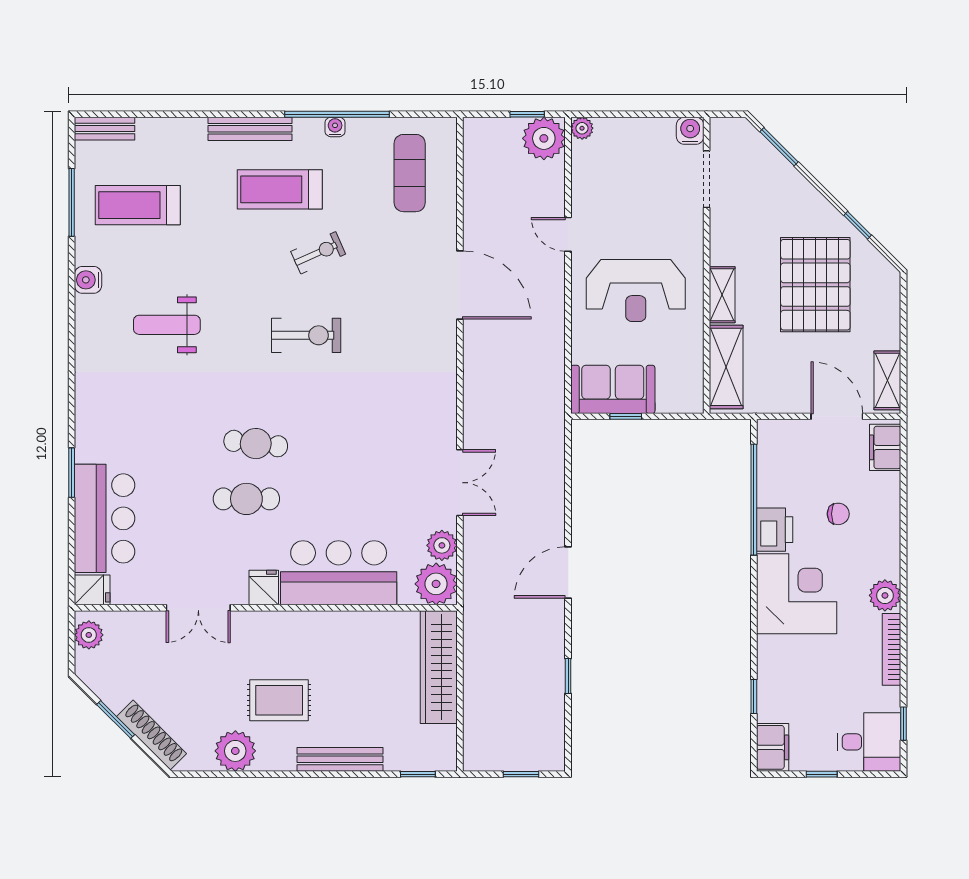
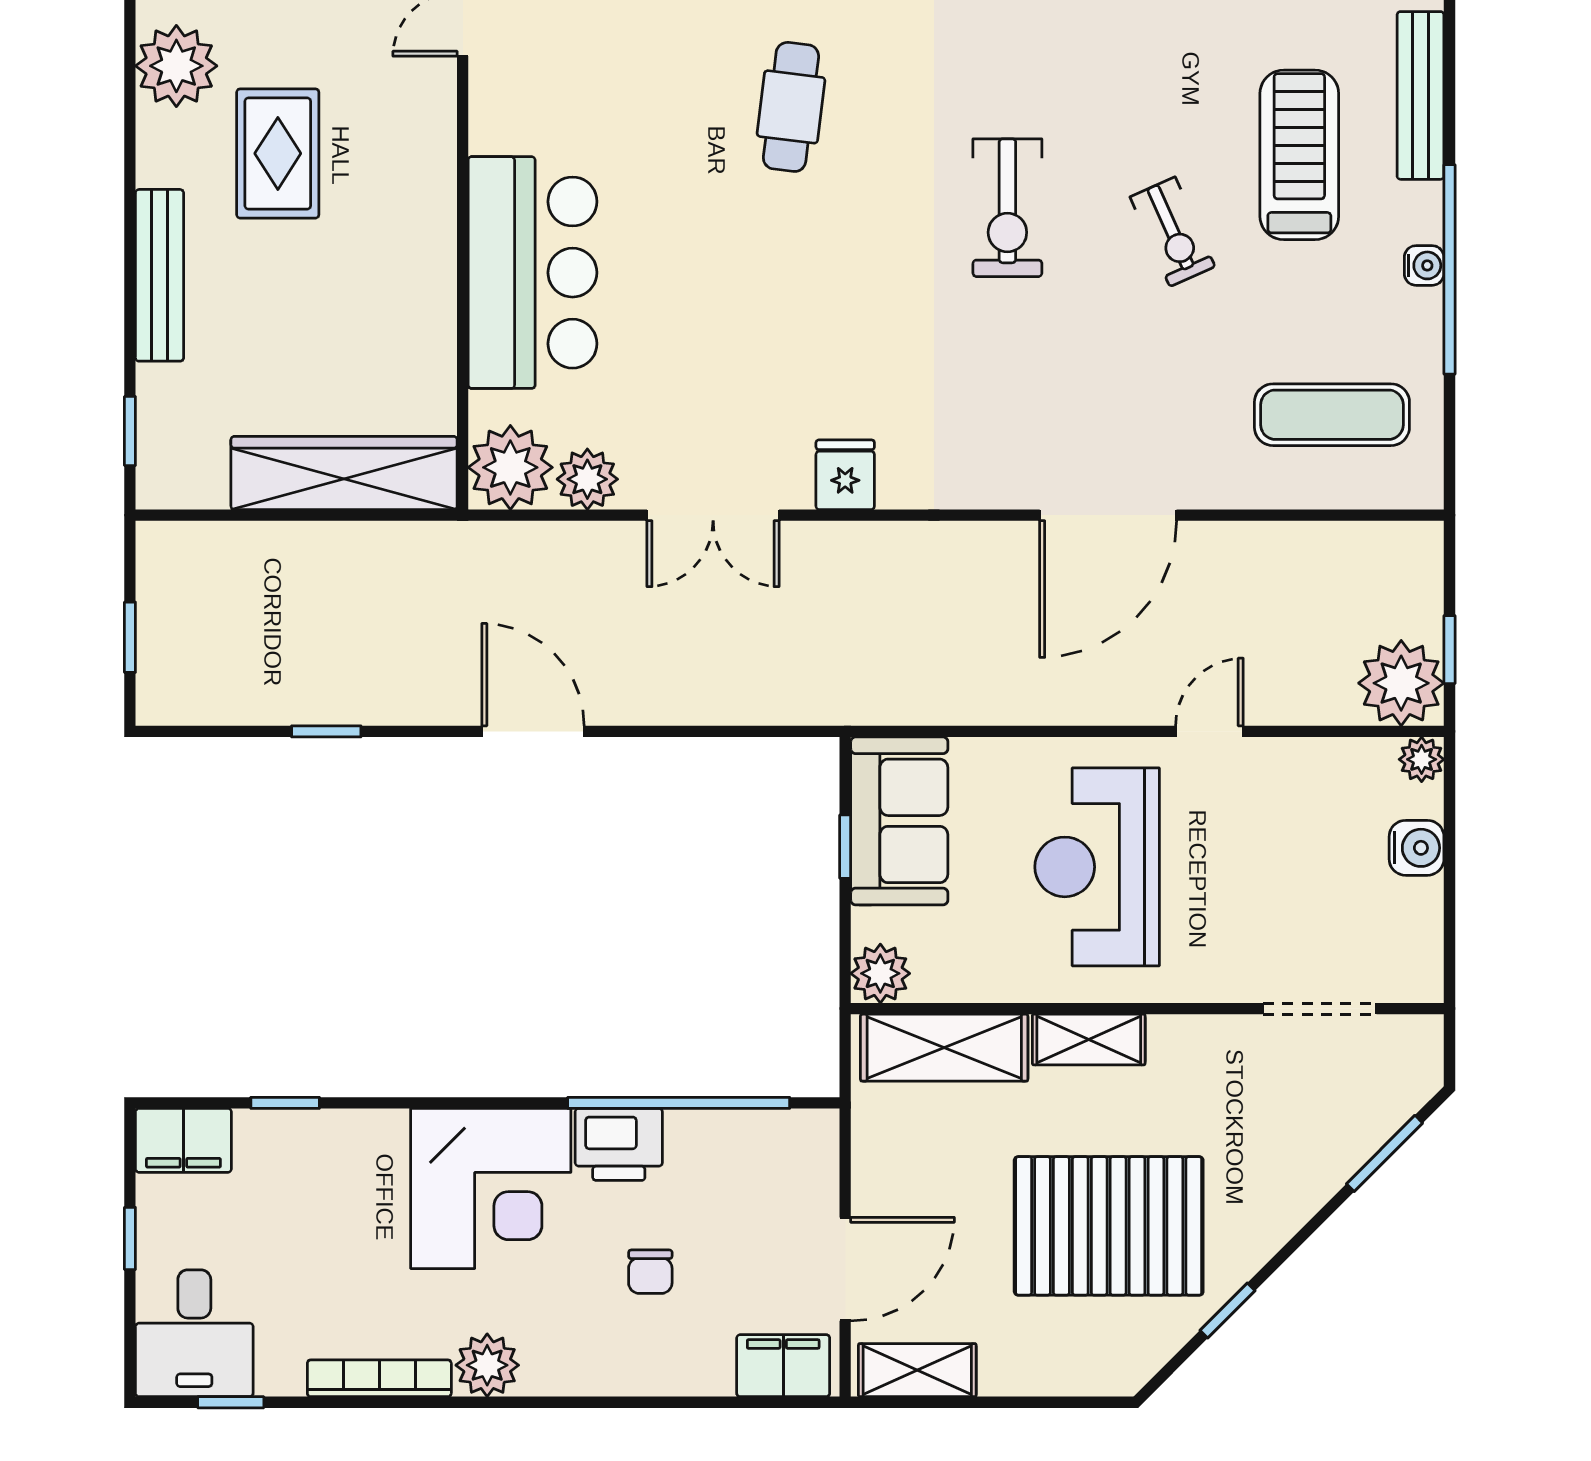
water cooler: (690, 131) -> (1417, 848), moved
plant: (689, 399) -> (880, 973), added
cafe table: (246, 499) -> (680, 88), removed
fridge: (264, 588) -> (845, 475), moved, turned -90

